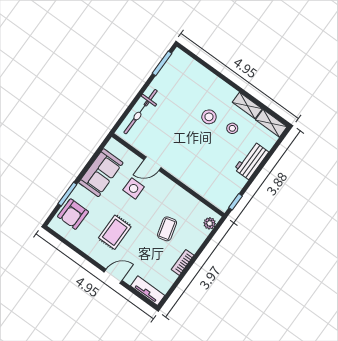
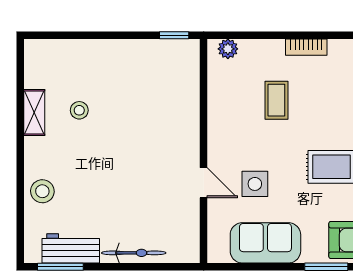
bicycle: (141, 112) -> (134, 253), width x0.73, depth x0.71
stool: (209, 117) -> (42, 191), moved
shelving: (271, 123) -> (35, 63), removed
workbench: (251, 161) -> (71, 248), moved, turned 180
coffee table: (167, 229) -> (276, 100), turned -75

